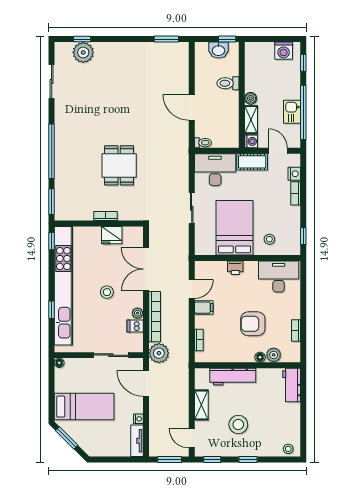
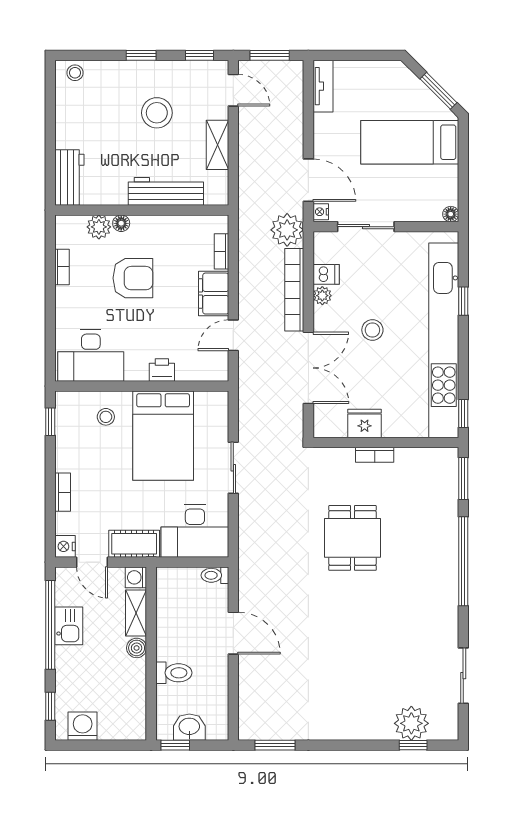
nightstand: (294, 174) -> (65, 546), moved
filing cabinet: (204, 308) -> (214, 294), width x2.00
nightstand: (138, 419) -> (321, 212), moved

